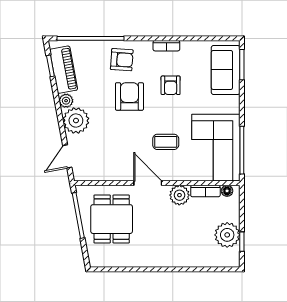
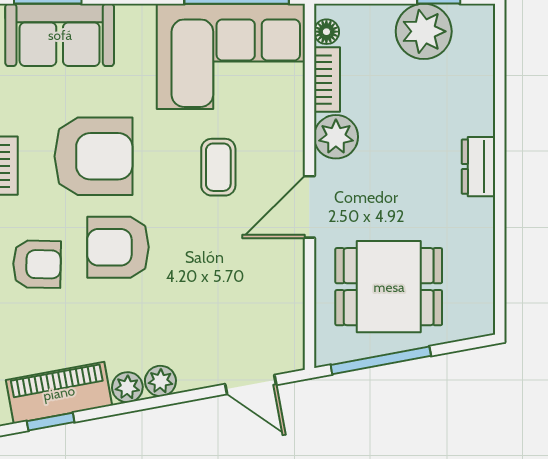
armchair: (122, 60) -> (37, 264), turned 87
armchair: (171, 85) -> (93, 156), width x1.88, depth x1.88
plant: (76, 121) -> (160, 381), width x0.53, depth x0.53
dresser: (166, 260) -> (479, 167), added

